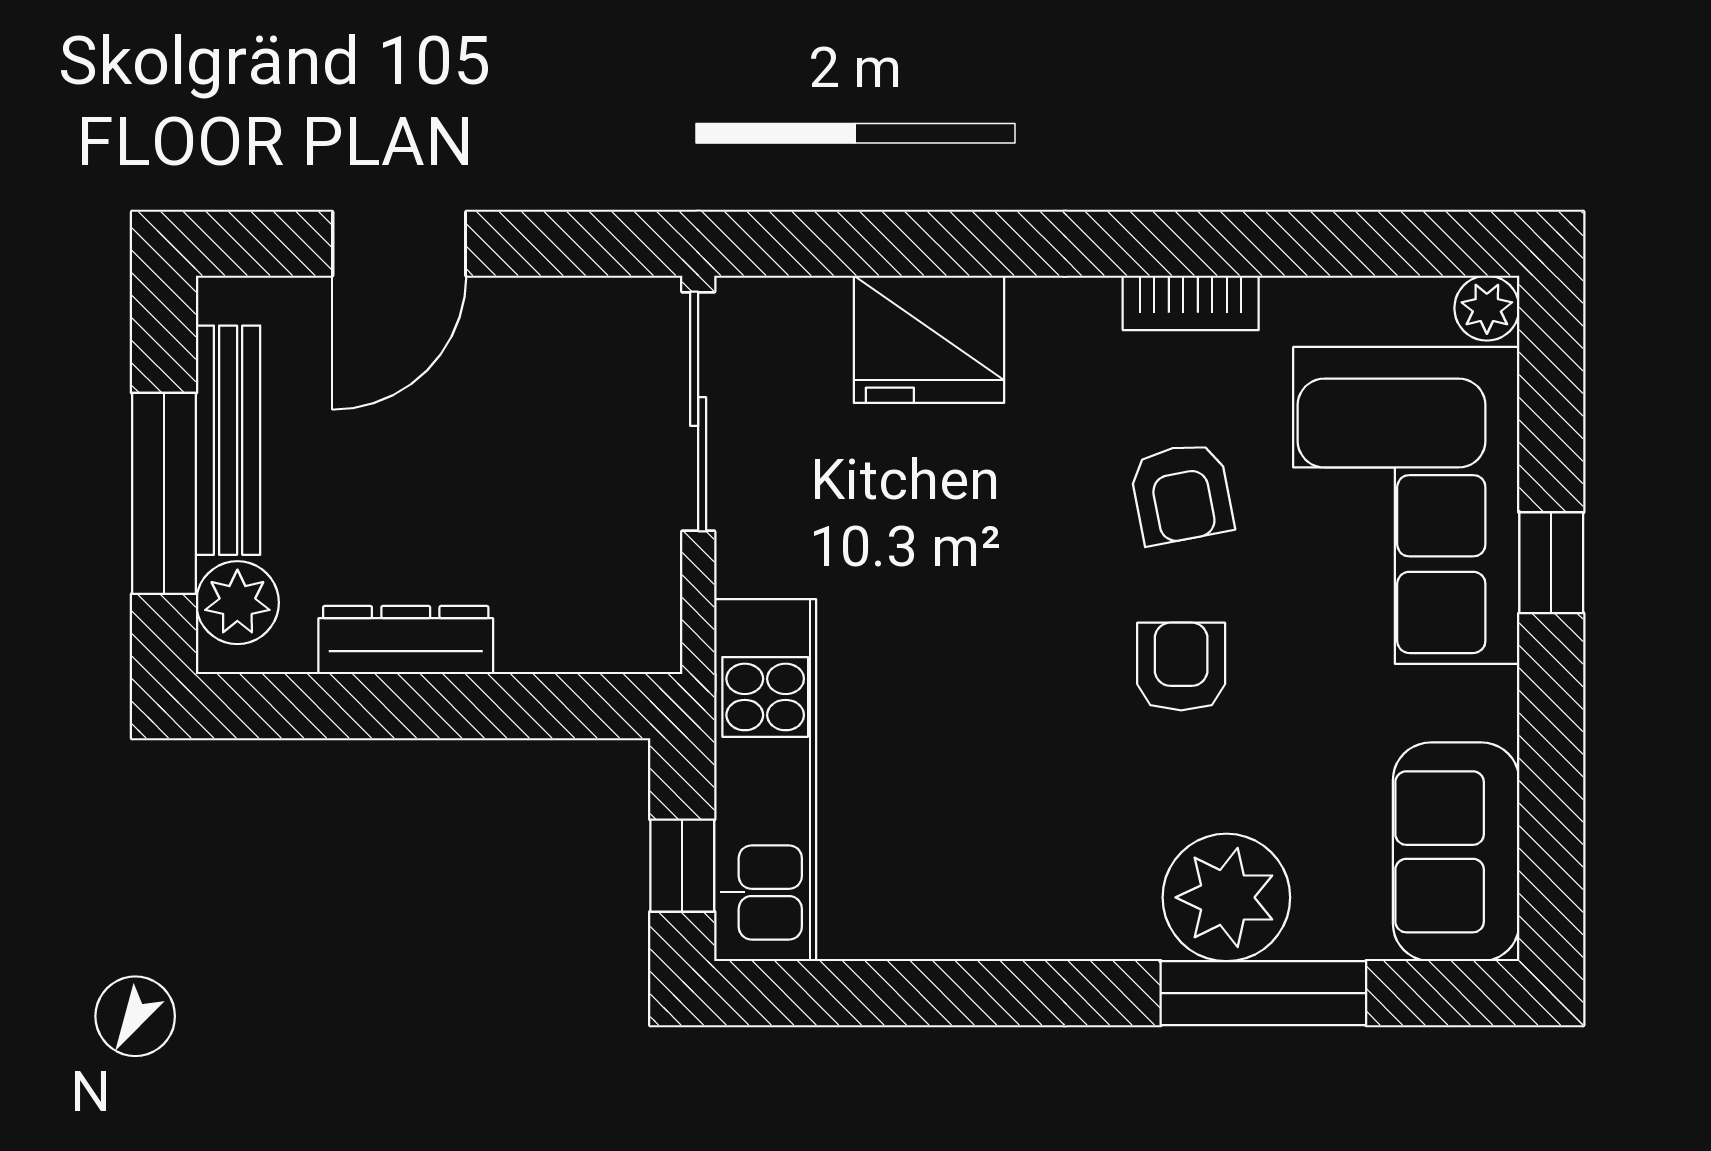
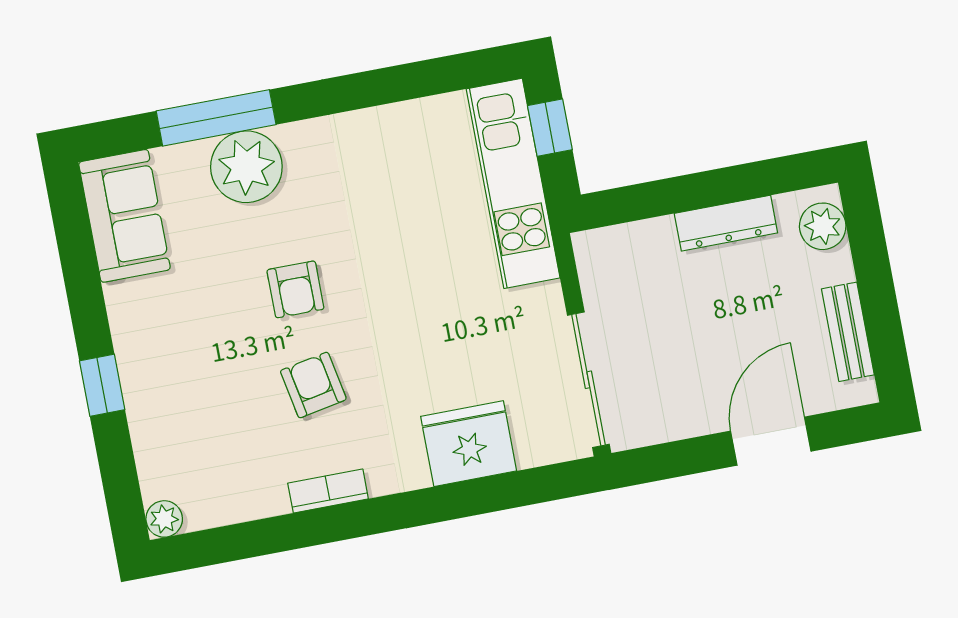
bench: (228, 440) -> (848, 332), width x0.73
window: (164, 493) -> (874, 279), removed
corner sofa: (1406, 505) -> (188, 402), removed

